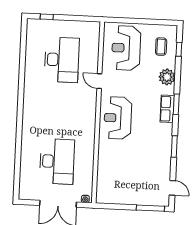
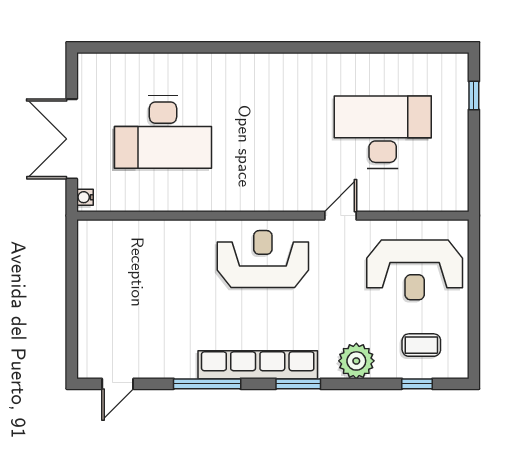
reception desk: (126, 48) -> (415, 270), turned 180
desk: (62, 60) -> (383, 132), turned 180
row of seats: (167, 109) -> (258, 365), width x2.02
window: (174, 146) -> (207, 384), width x1.44
window: (150, 208) -> (72, 338), removed

